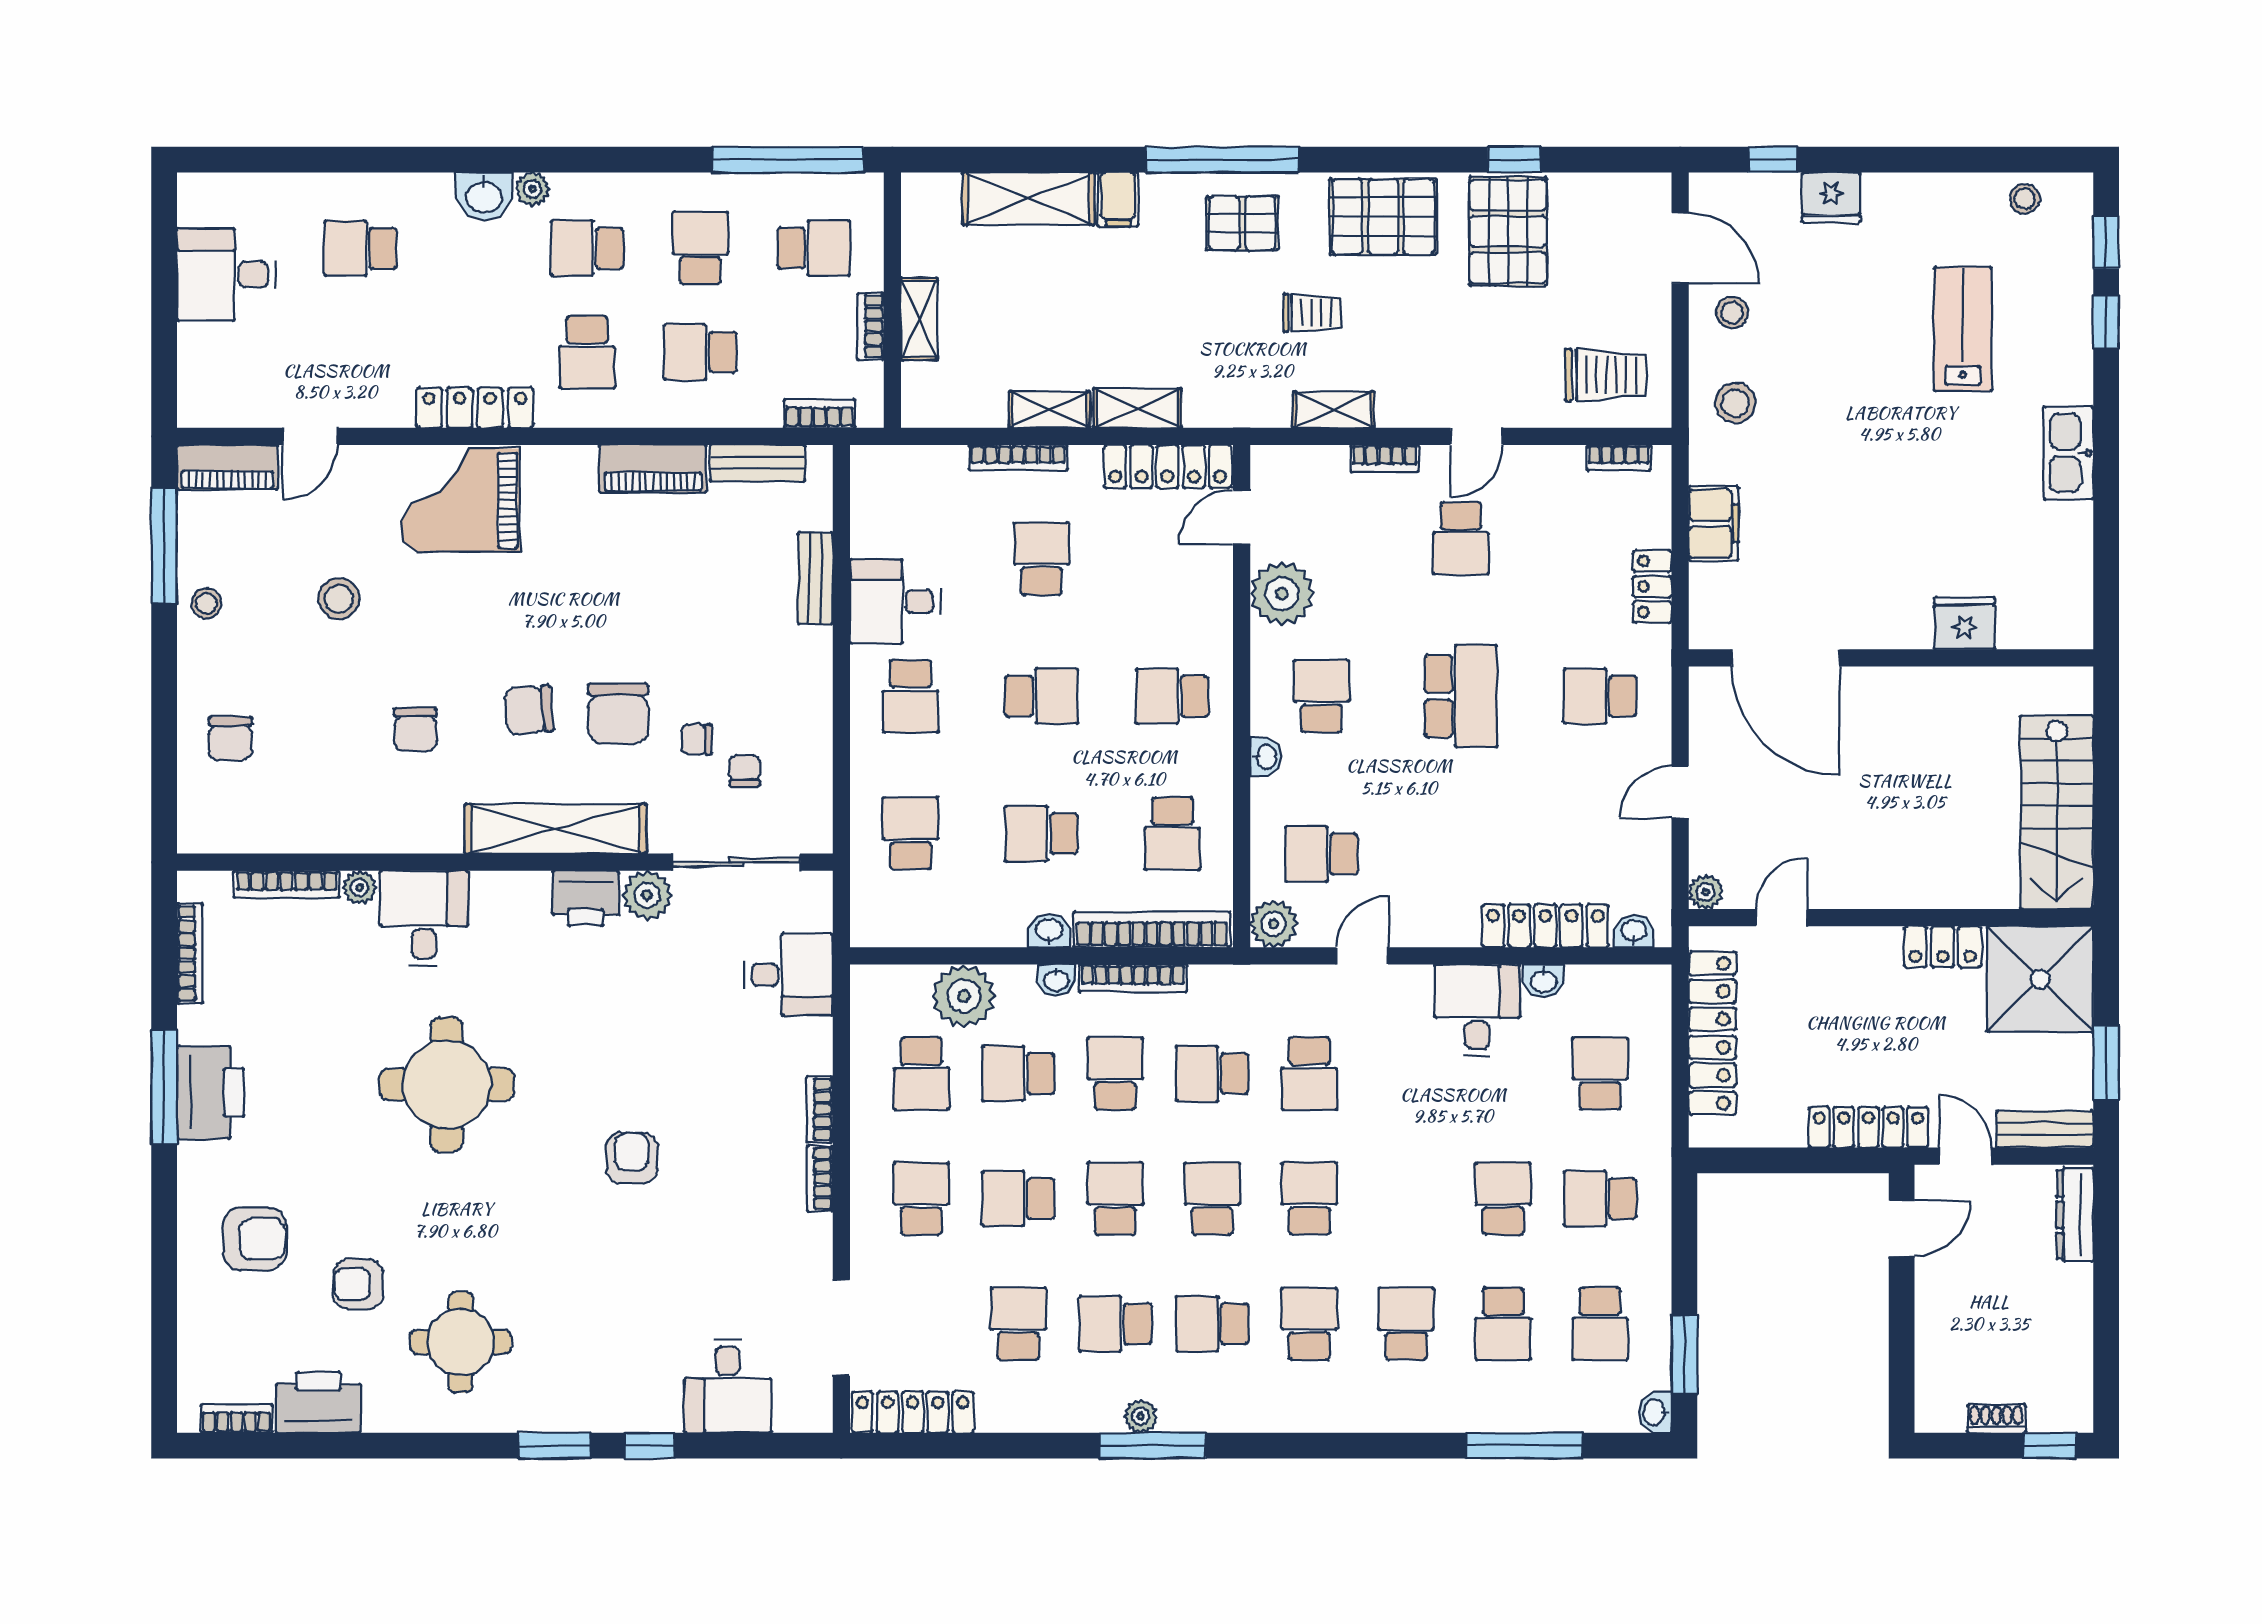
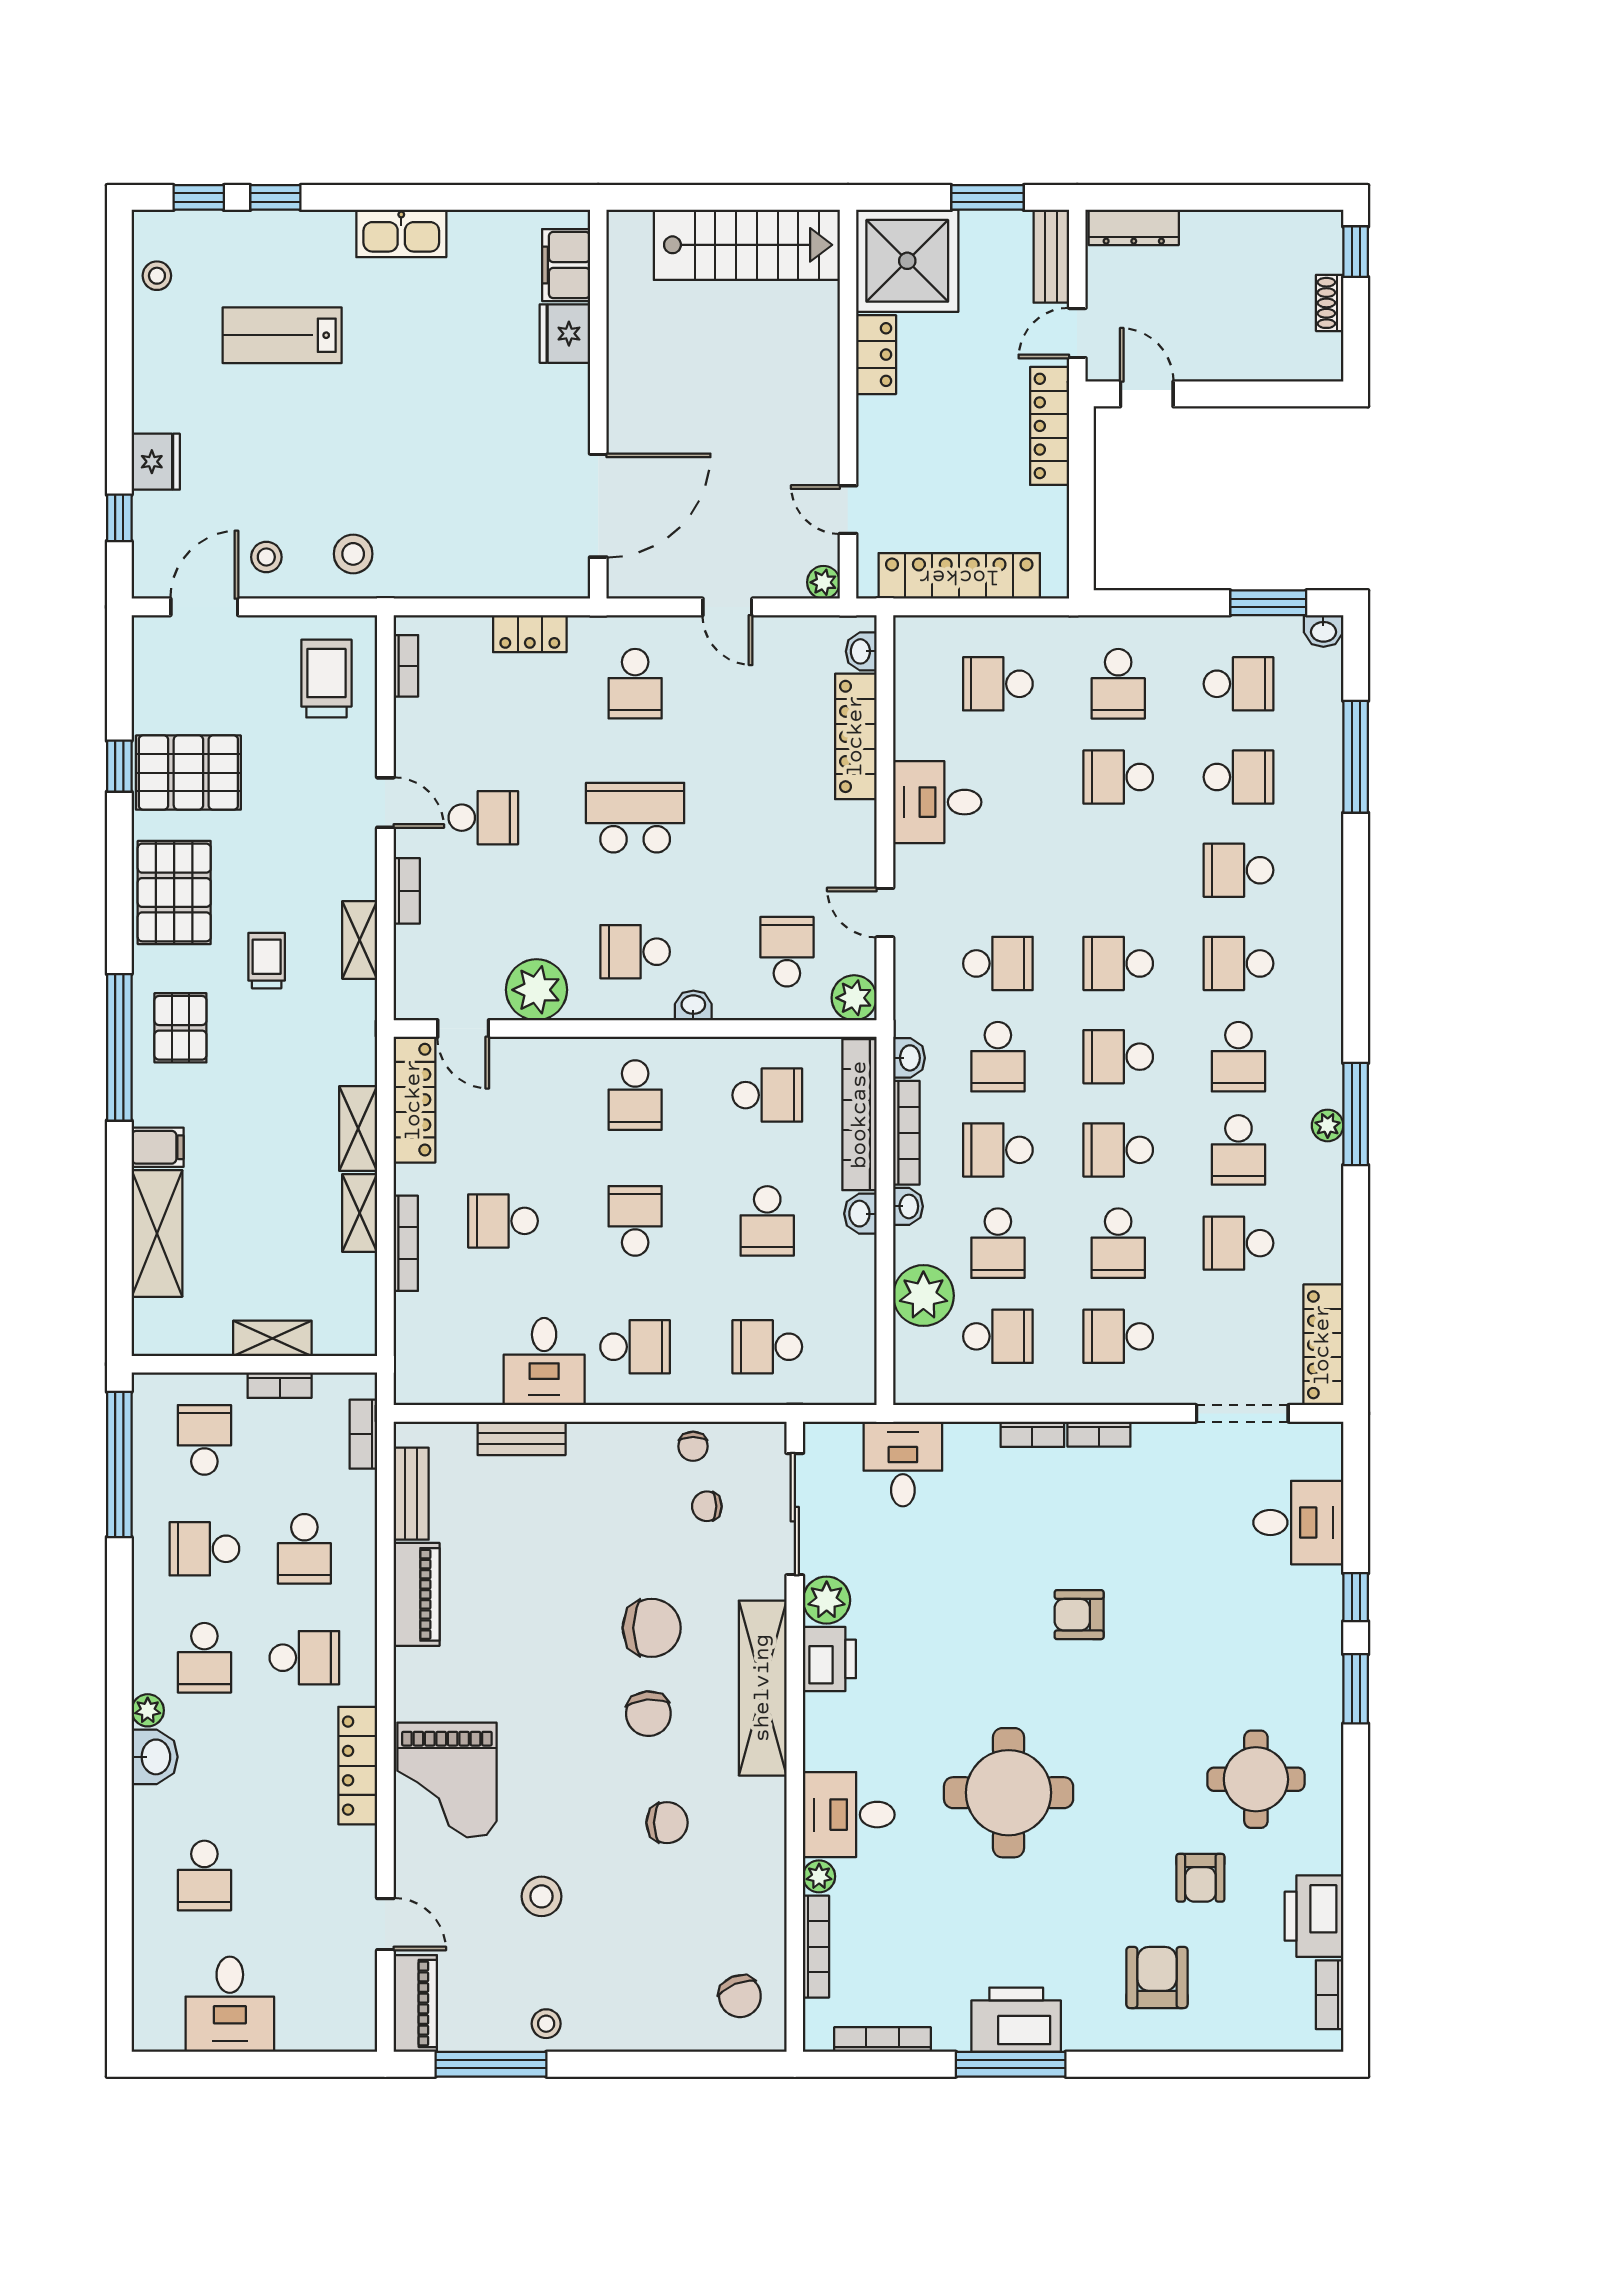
filing cabinet: (1714, 523) -> (566, 265), moved, turned -90
chair: (230, 738) -> (740, 1996), moved, turned 68
chair: (697, 740) -> (693, 1446), moved
school desk: (1321, 854) -> (787, 952), turned 180
washbasin: (1544, 981) -> (909, 1058), moved

